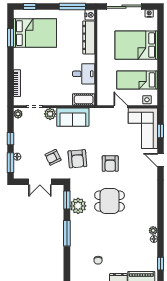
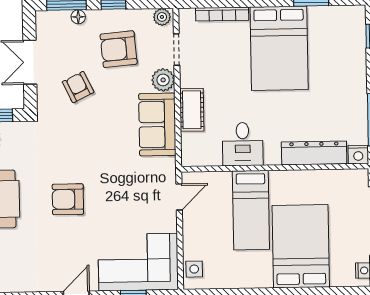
bed: (35, 33) -> (279, 48), moved
bed: (137, 80) -> (251, 210), moved, turned 180
cot: (84, 100) -> (192, 110), moved
door: (121, 107) -> (179, 197), moved
armchair: (77, 159) -> (119, 49), moved

